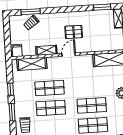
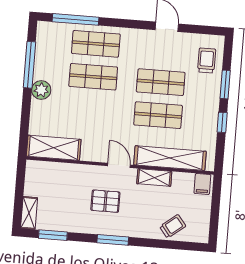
window: (31, 12) -> (113, 240), moved
door: (69, 55) -> (119, 165), swing flipped
shelving: (32, 64) -> (170, 158), width x1.47

